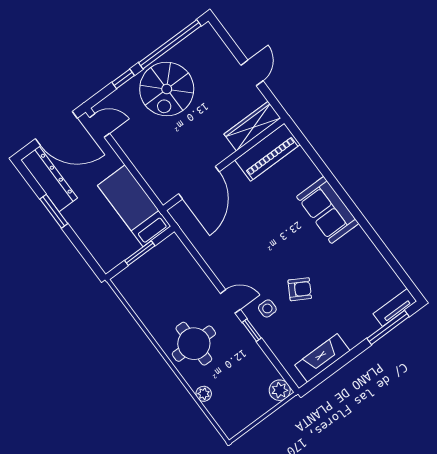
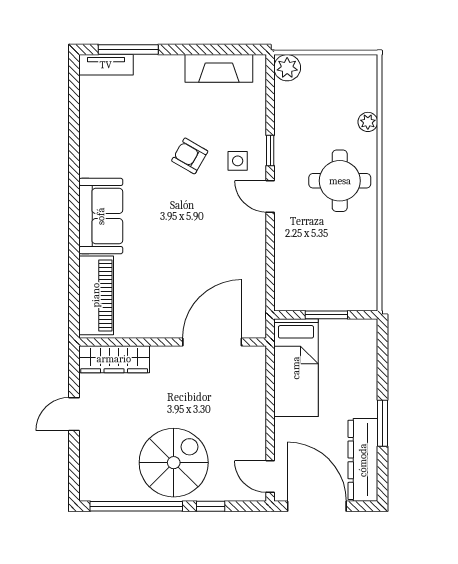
piano: (267, 152) -> (96, 295), moved, turned 90

